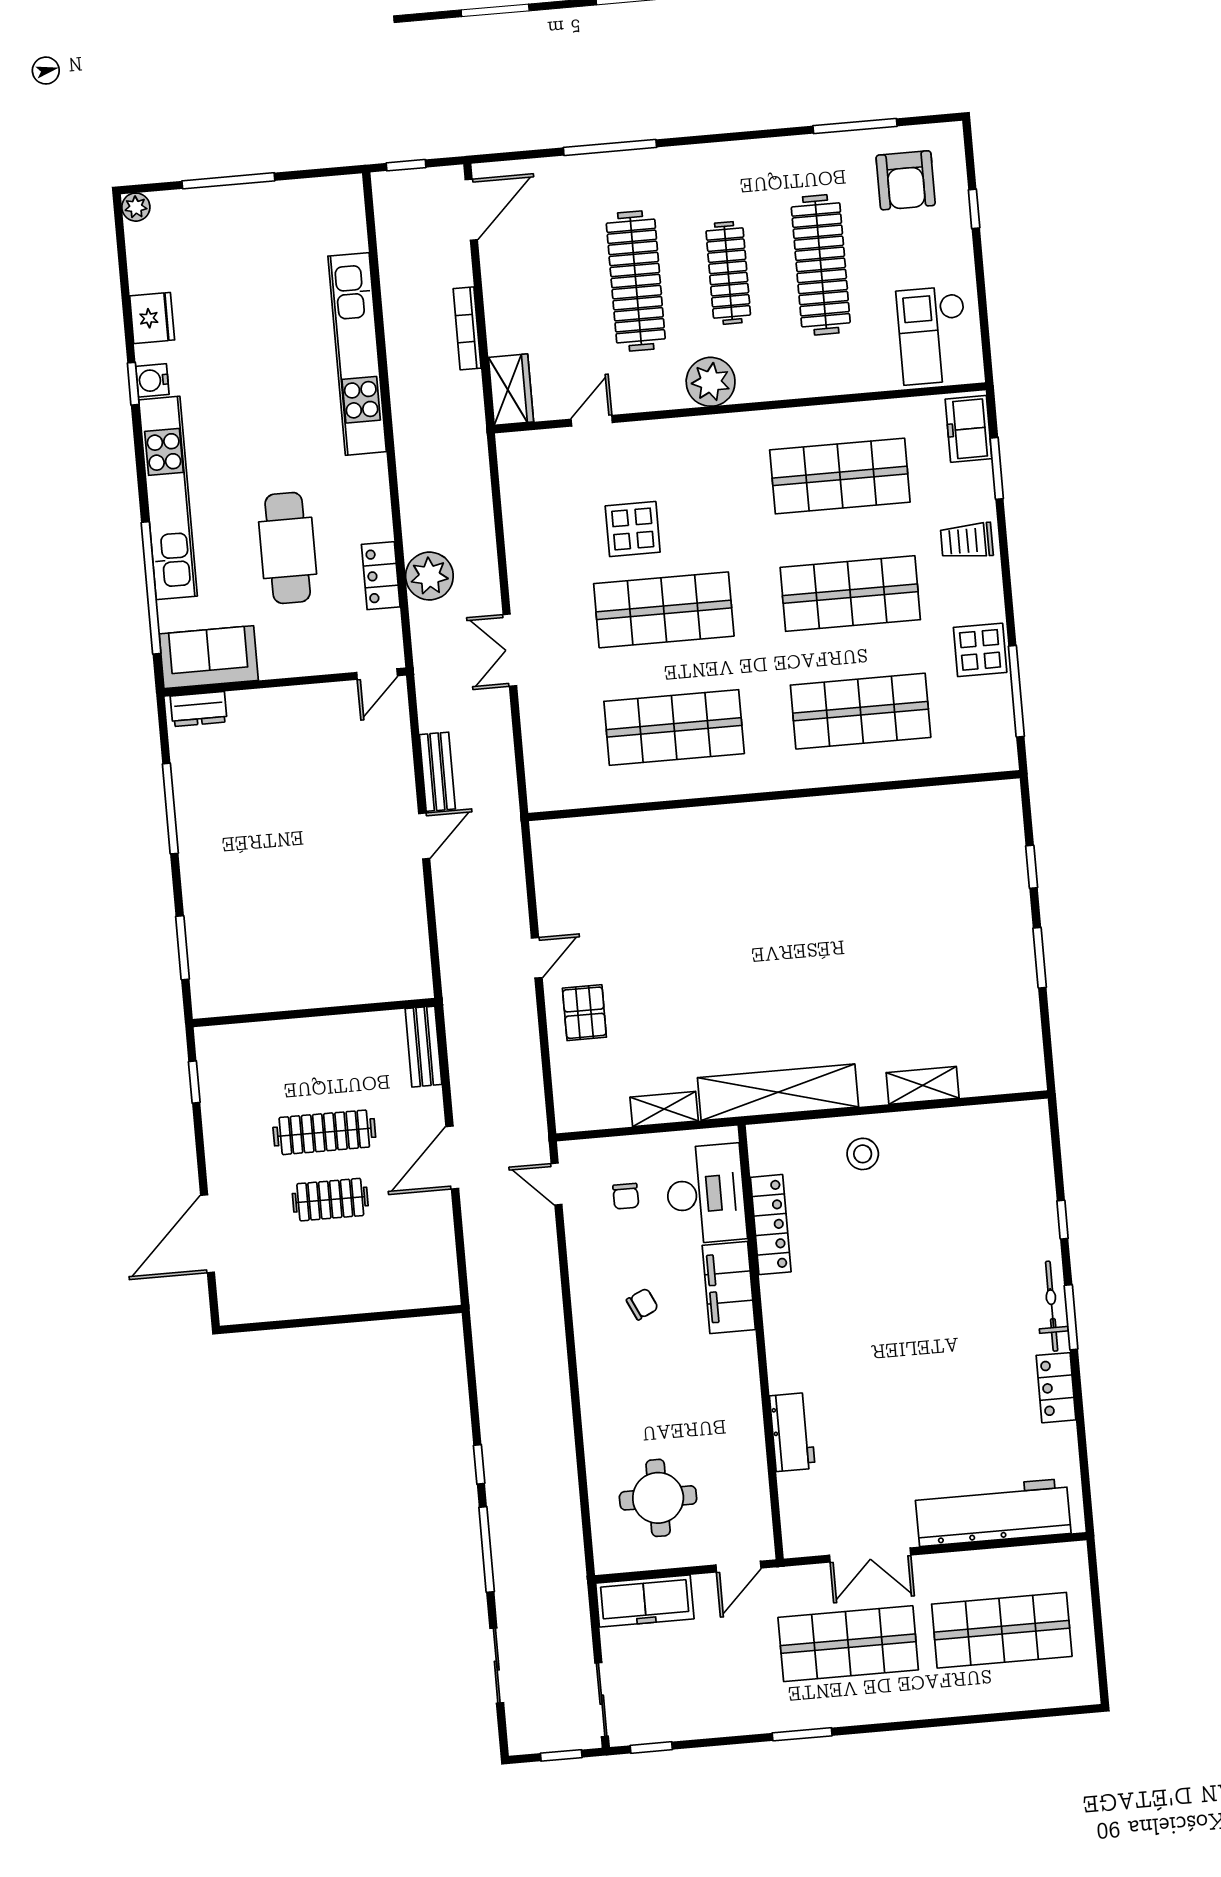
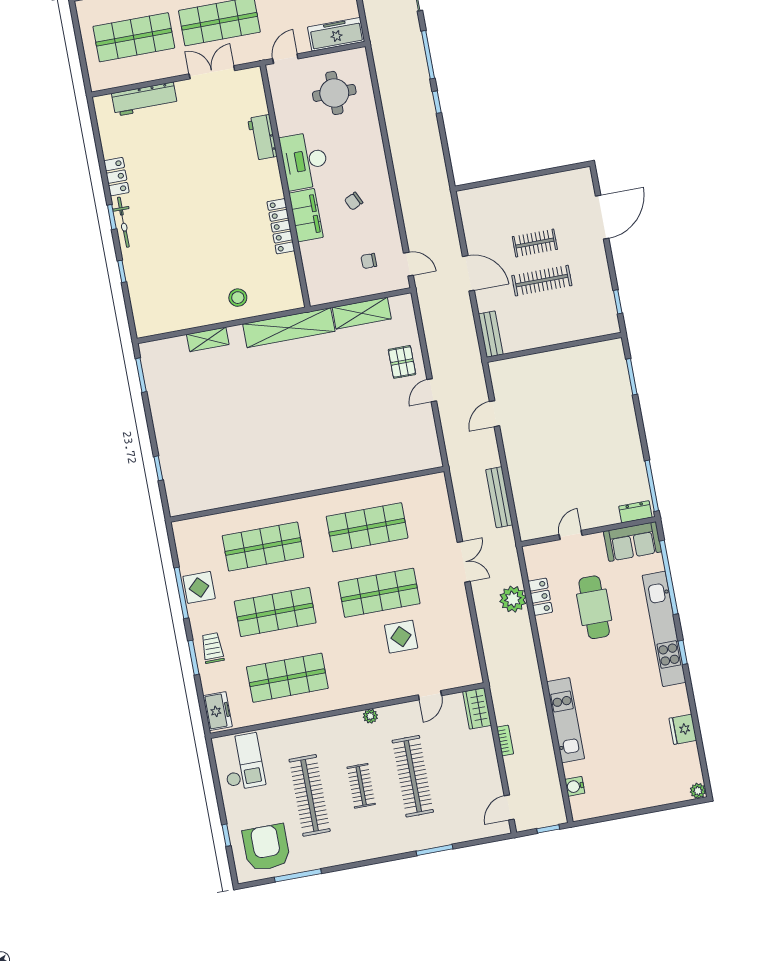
window: (610, 147) -> (435, 850), width x0.69
armchair: (906, 180) -> (266, 848), width x1.36, depth x1.36
window: (228, 181) -> (647, 811), removed
door: (471, 210) -> (509, 807), width x0.73
clothes rail: (728, 273) -> (361, 786), width x0.73
bookcase: (467, 328) -> (505, 741), width x0.64
kitchen unit: (357, 354) -> (566, 720), width x0.73
water cooler: (152, 380) -> (575, 786), moved, turned 180
plant: (711, 382) -> (370, 716), width x0.53, depth x0.53
window: (133, 384) -> (683, 652), moved
window: (997, 468) -> (193, 658), moved
trolley: (967, 541) -> (213, 648), turned -90
door: (377, 674) -> (571, 535), moved
window: (1016, 691) -> (181, 593), moved
bench: (437, 772) -> (499, 497), width x1.36
window: (170, 809) -> (652, 486), moved
door: (424, 836) -> (494, 414), moved
window: (1040, 958) -> (141, 375), moved
shelving: (664, 1109) -> (362, 313), width x1.50, depth x1.33
door: (452, 1157) -> (468, 273), hinge flipped
desk: (706, 1194) -> (304, 161), moved
chair: (626, 1196) -> (369, 261), turned -90
locker: (771, 1225) -> (281, 226), moved
window: (1071, 1317) -> (112, 217), width x0.67
workbench: (993, 1512) -> (144, 99), width x0.73, depth x0.76

